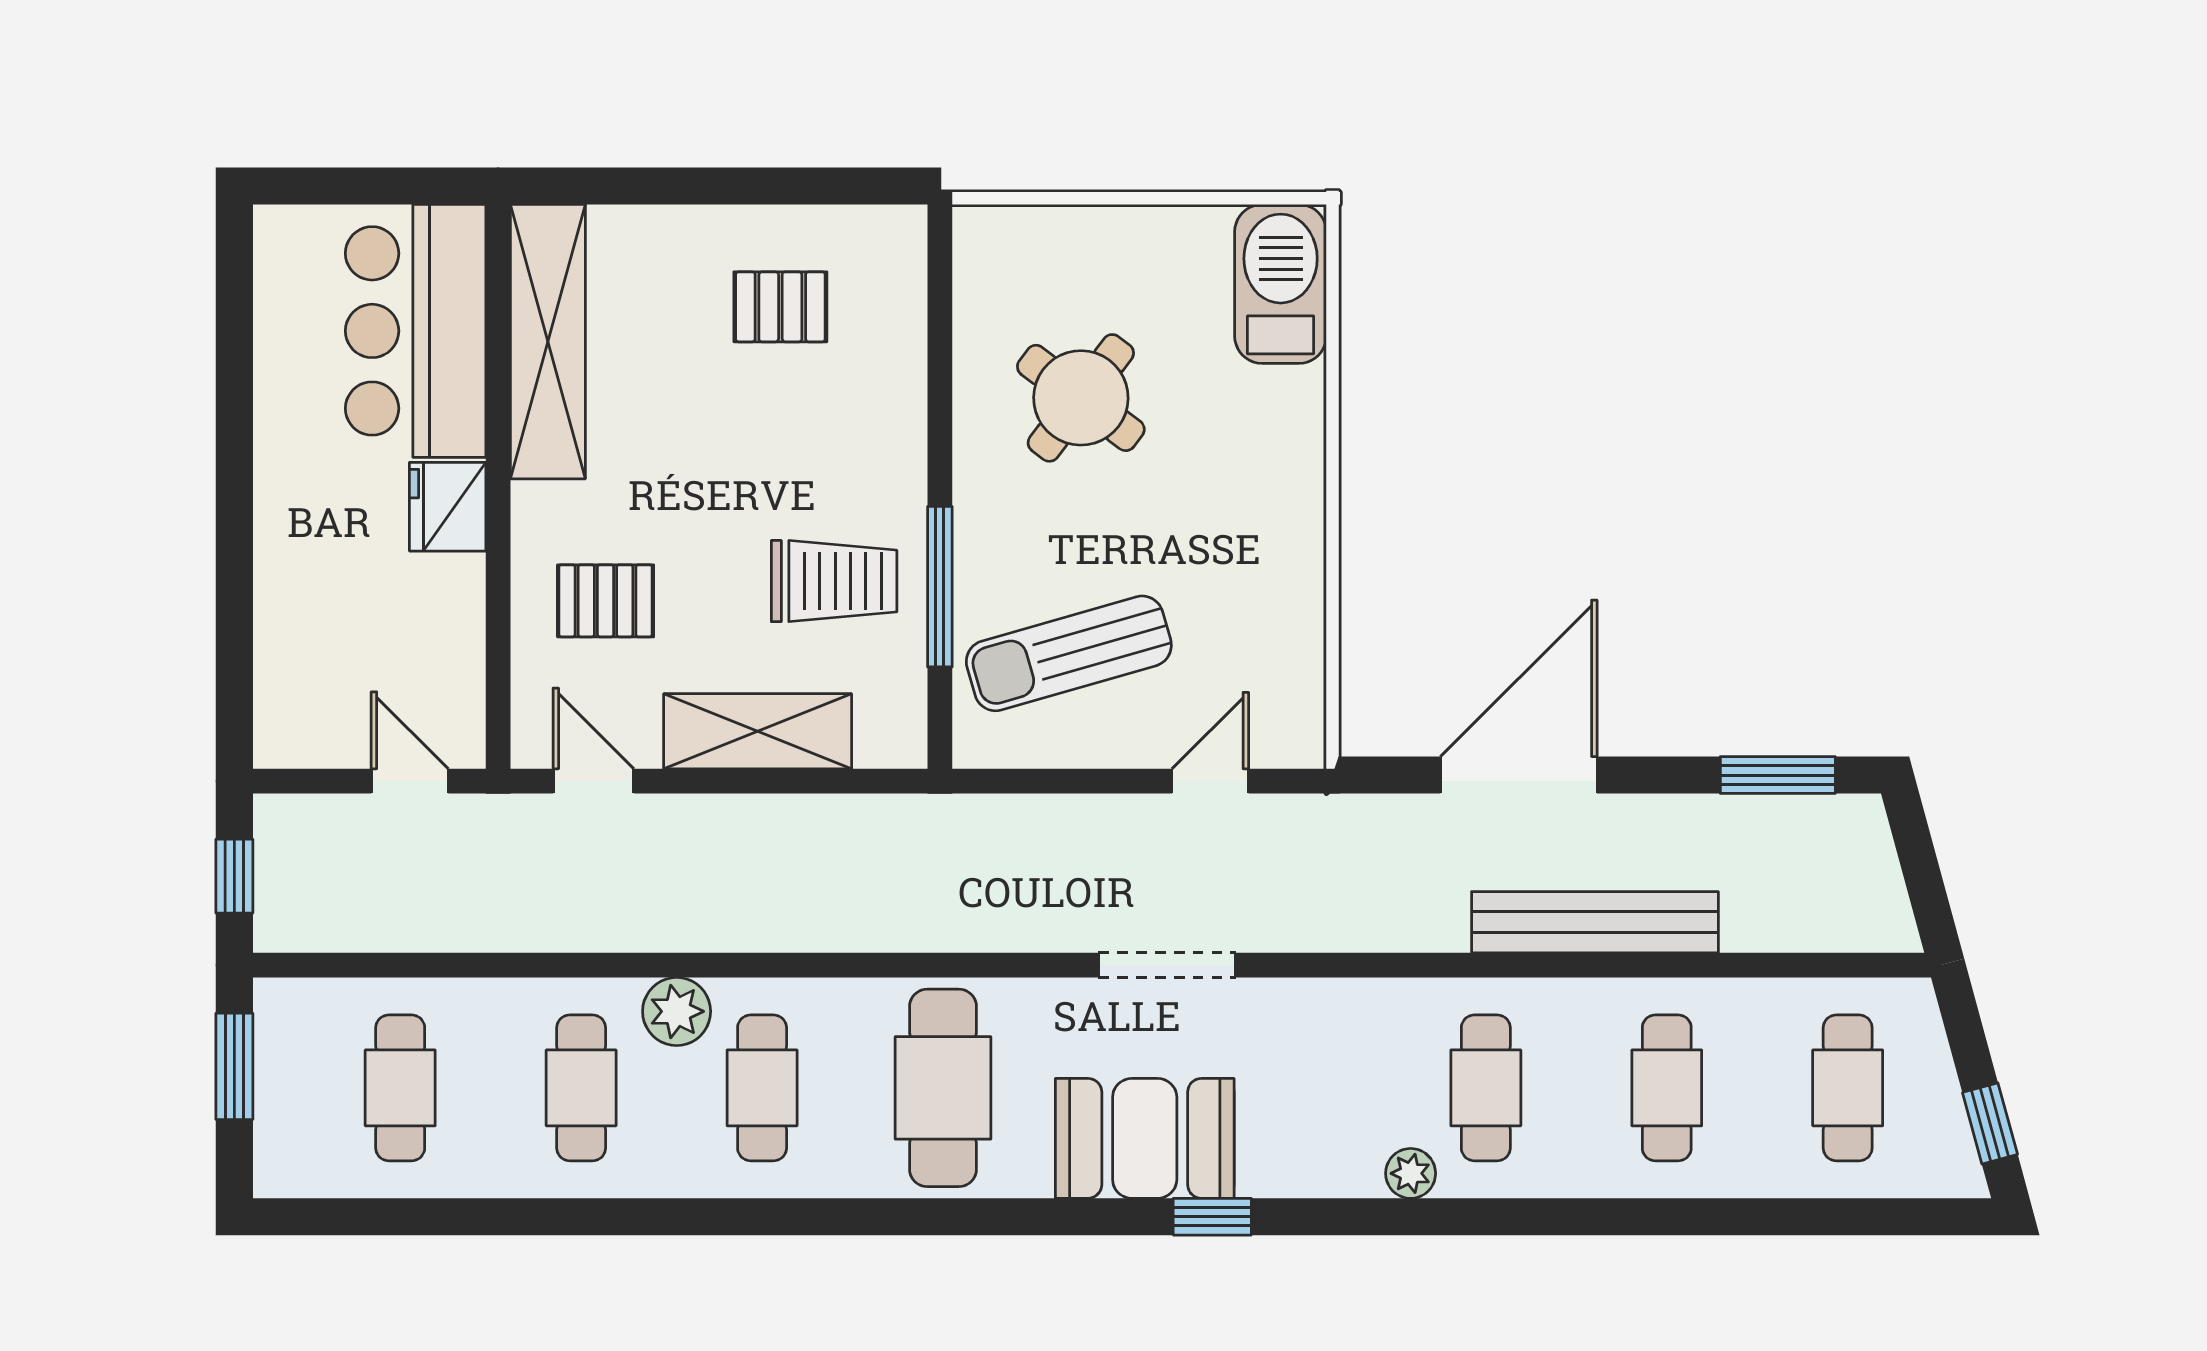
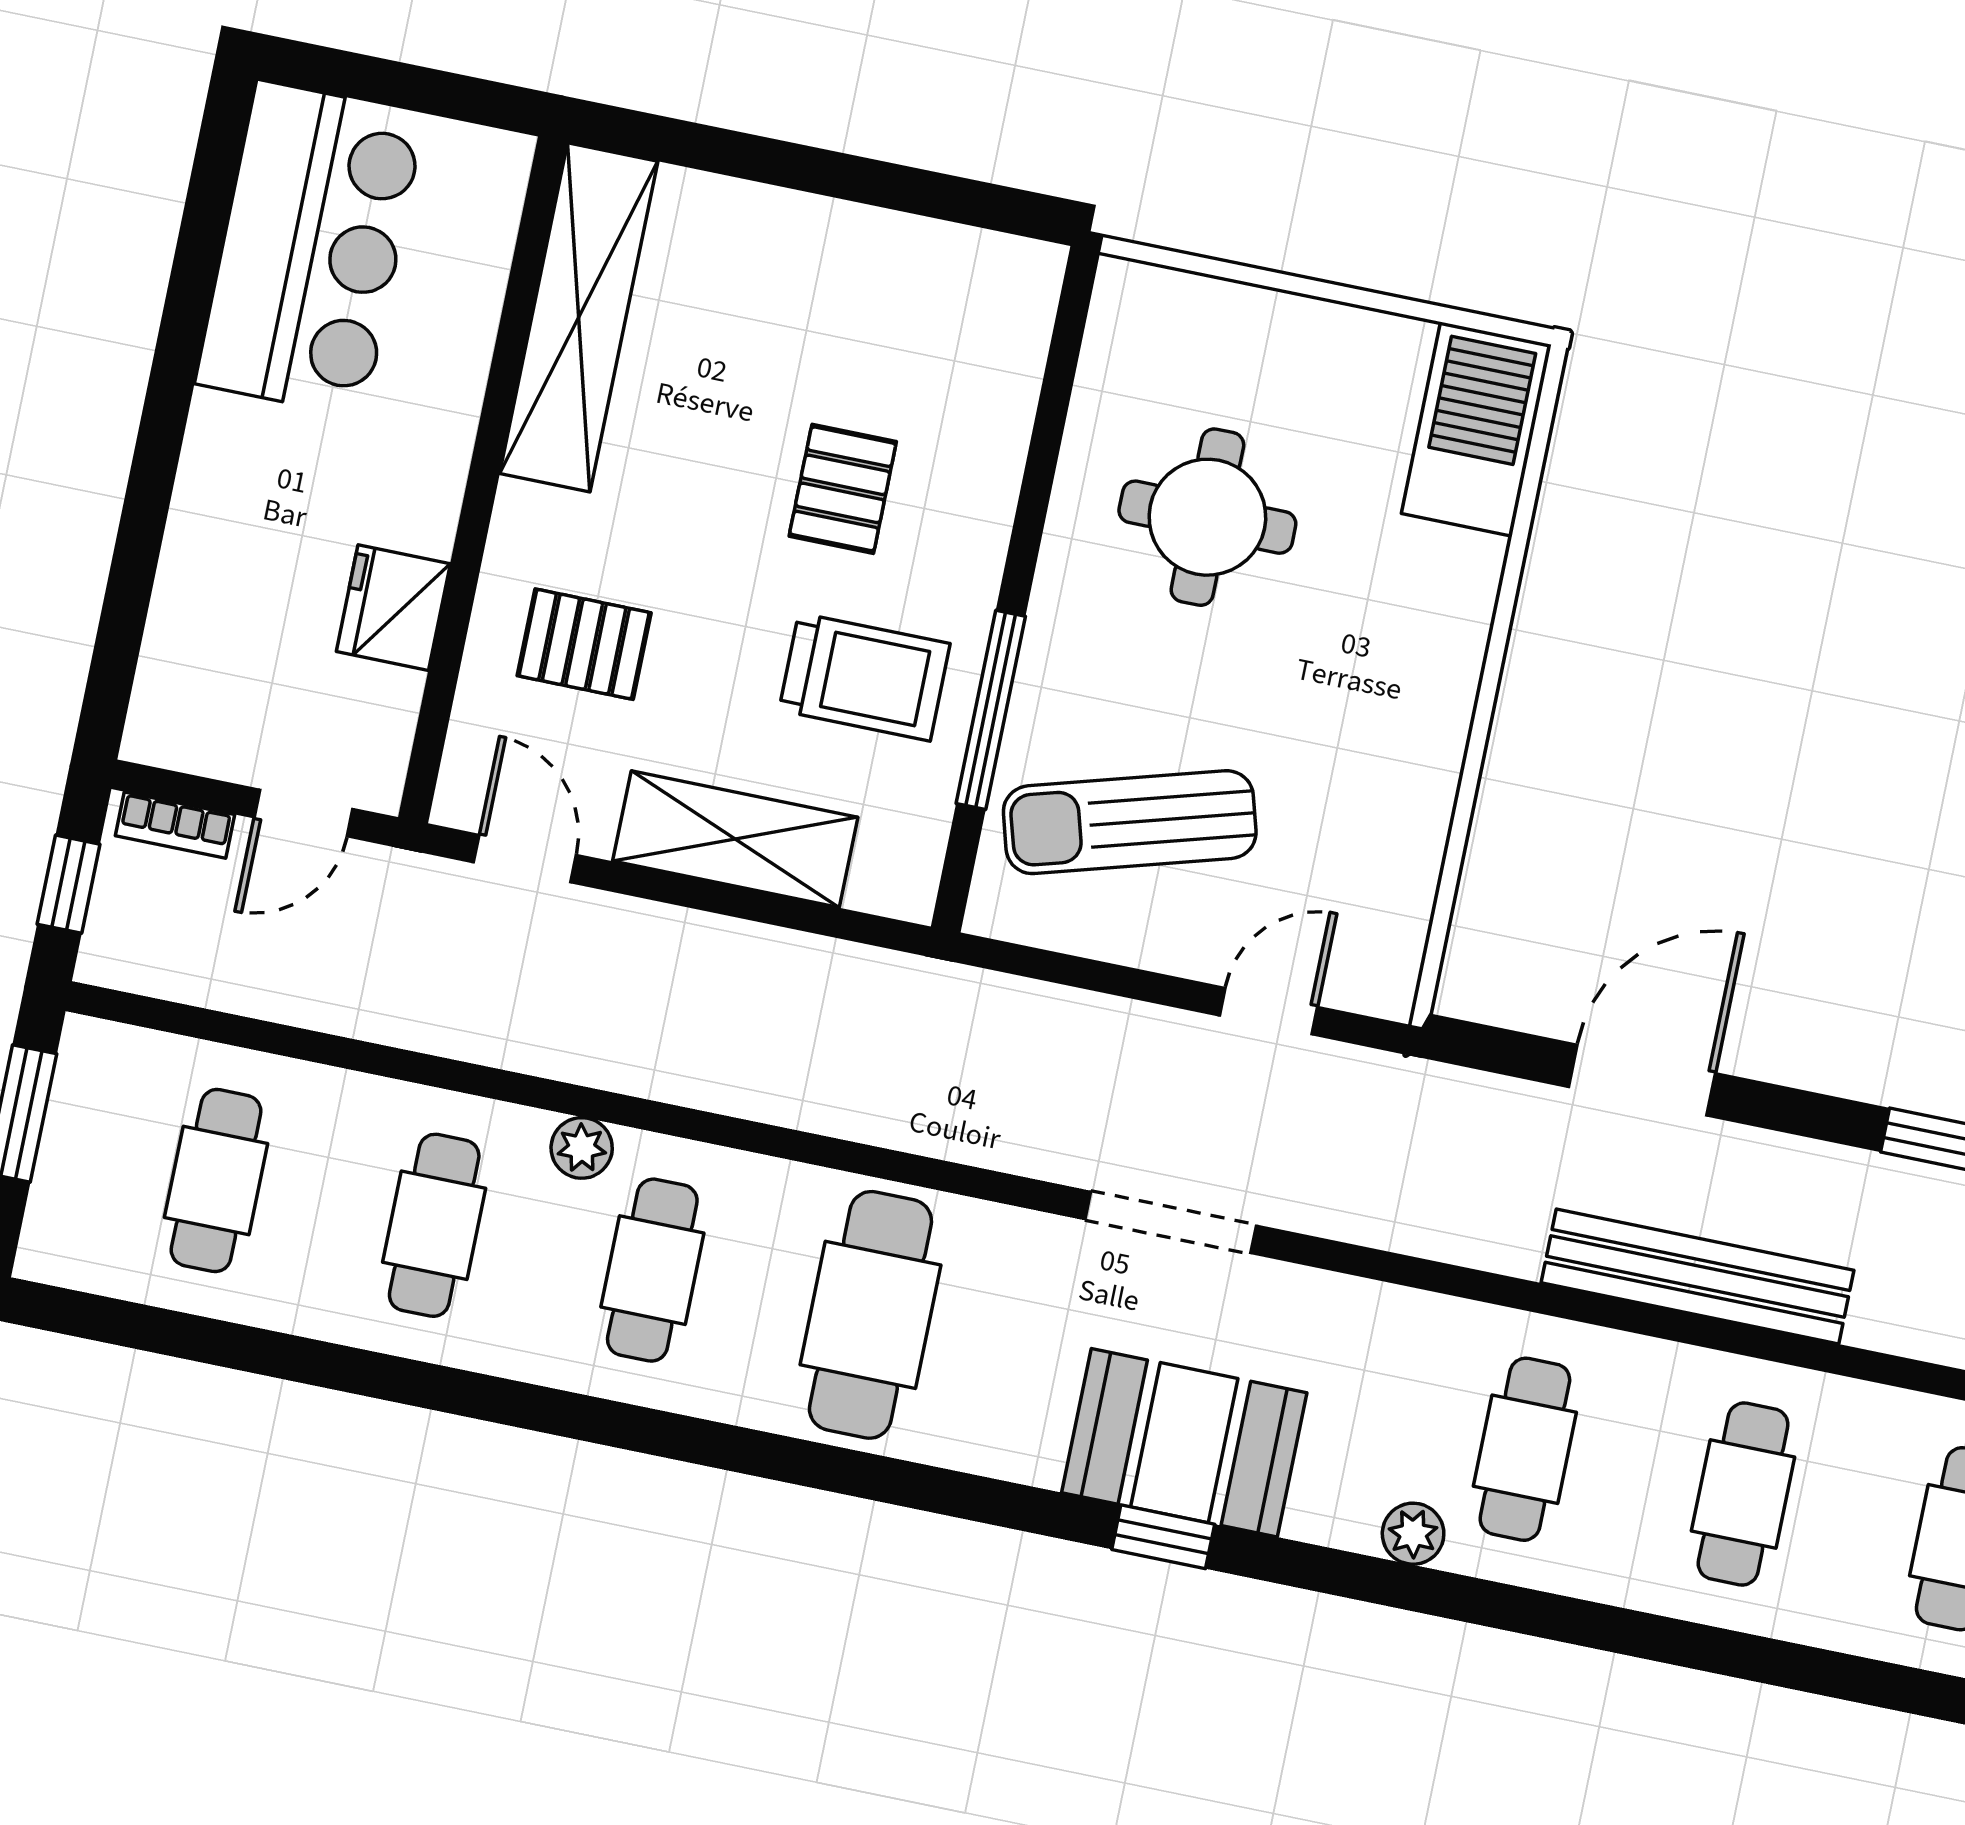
pallet: (780, 307) -> (843, 489), moved, turned 90
bar counter: (416, 331) -> (310, 249), moved, turned 180
round table: (1081, 398) -> (1207, 517), turned -37
fridge: (448, 507) -> (393, 608), moved
door: (1519, 775) -> (1642, 1080), width x0.73
door: (410, 781) -> (303, 813), swing flipped
bookcase: (310, 812) -> (175, 825), added
plant: (677, 1011) -> (582, 1148), width x0.73, depth x0.73
booth: (1145, 1138) -> (1184, 1443), moved

